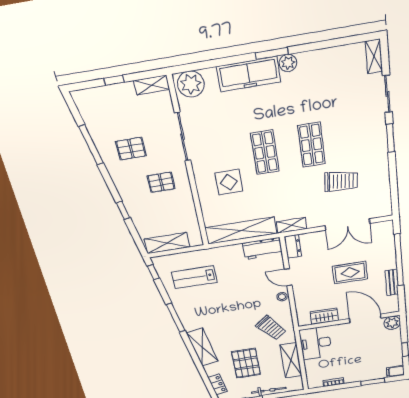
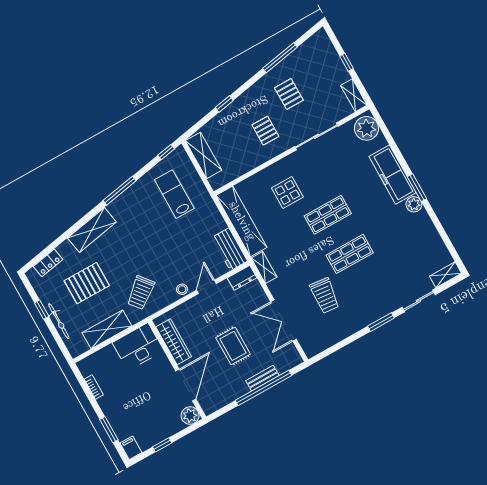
bench: (392, 282) -> (262, 378), moved
wardrobe: (324, 316) -> (174, 342), width x1.50

